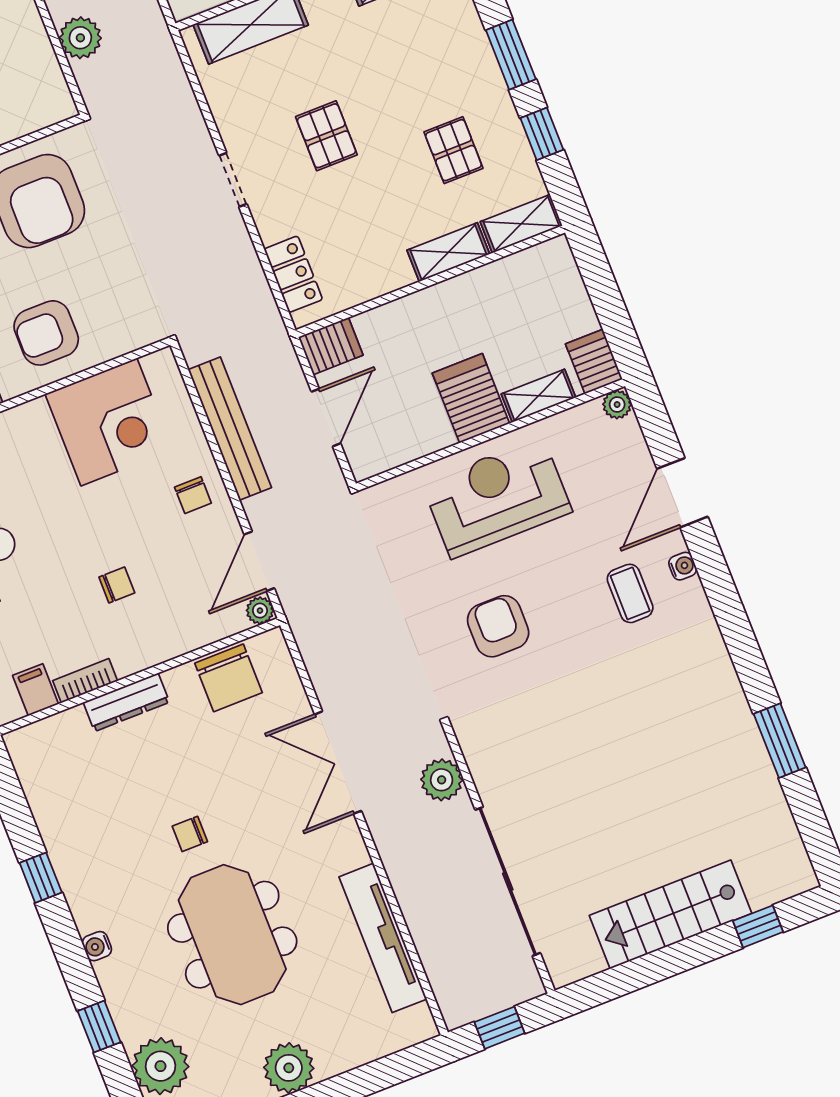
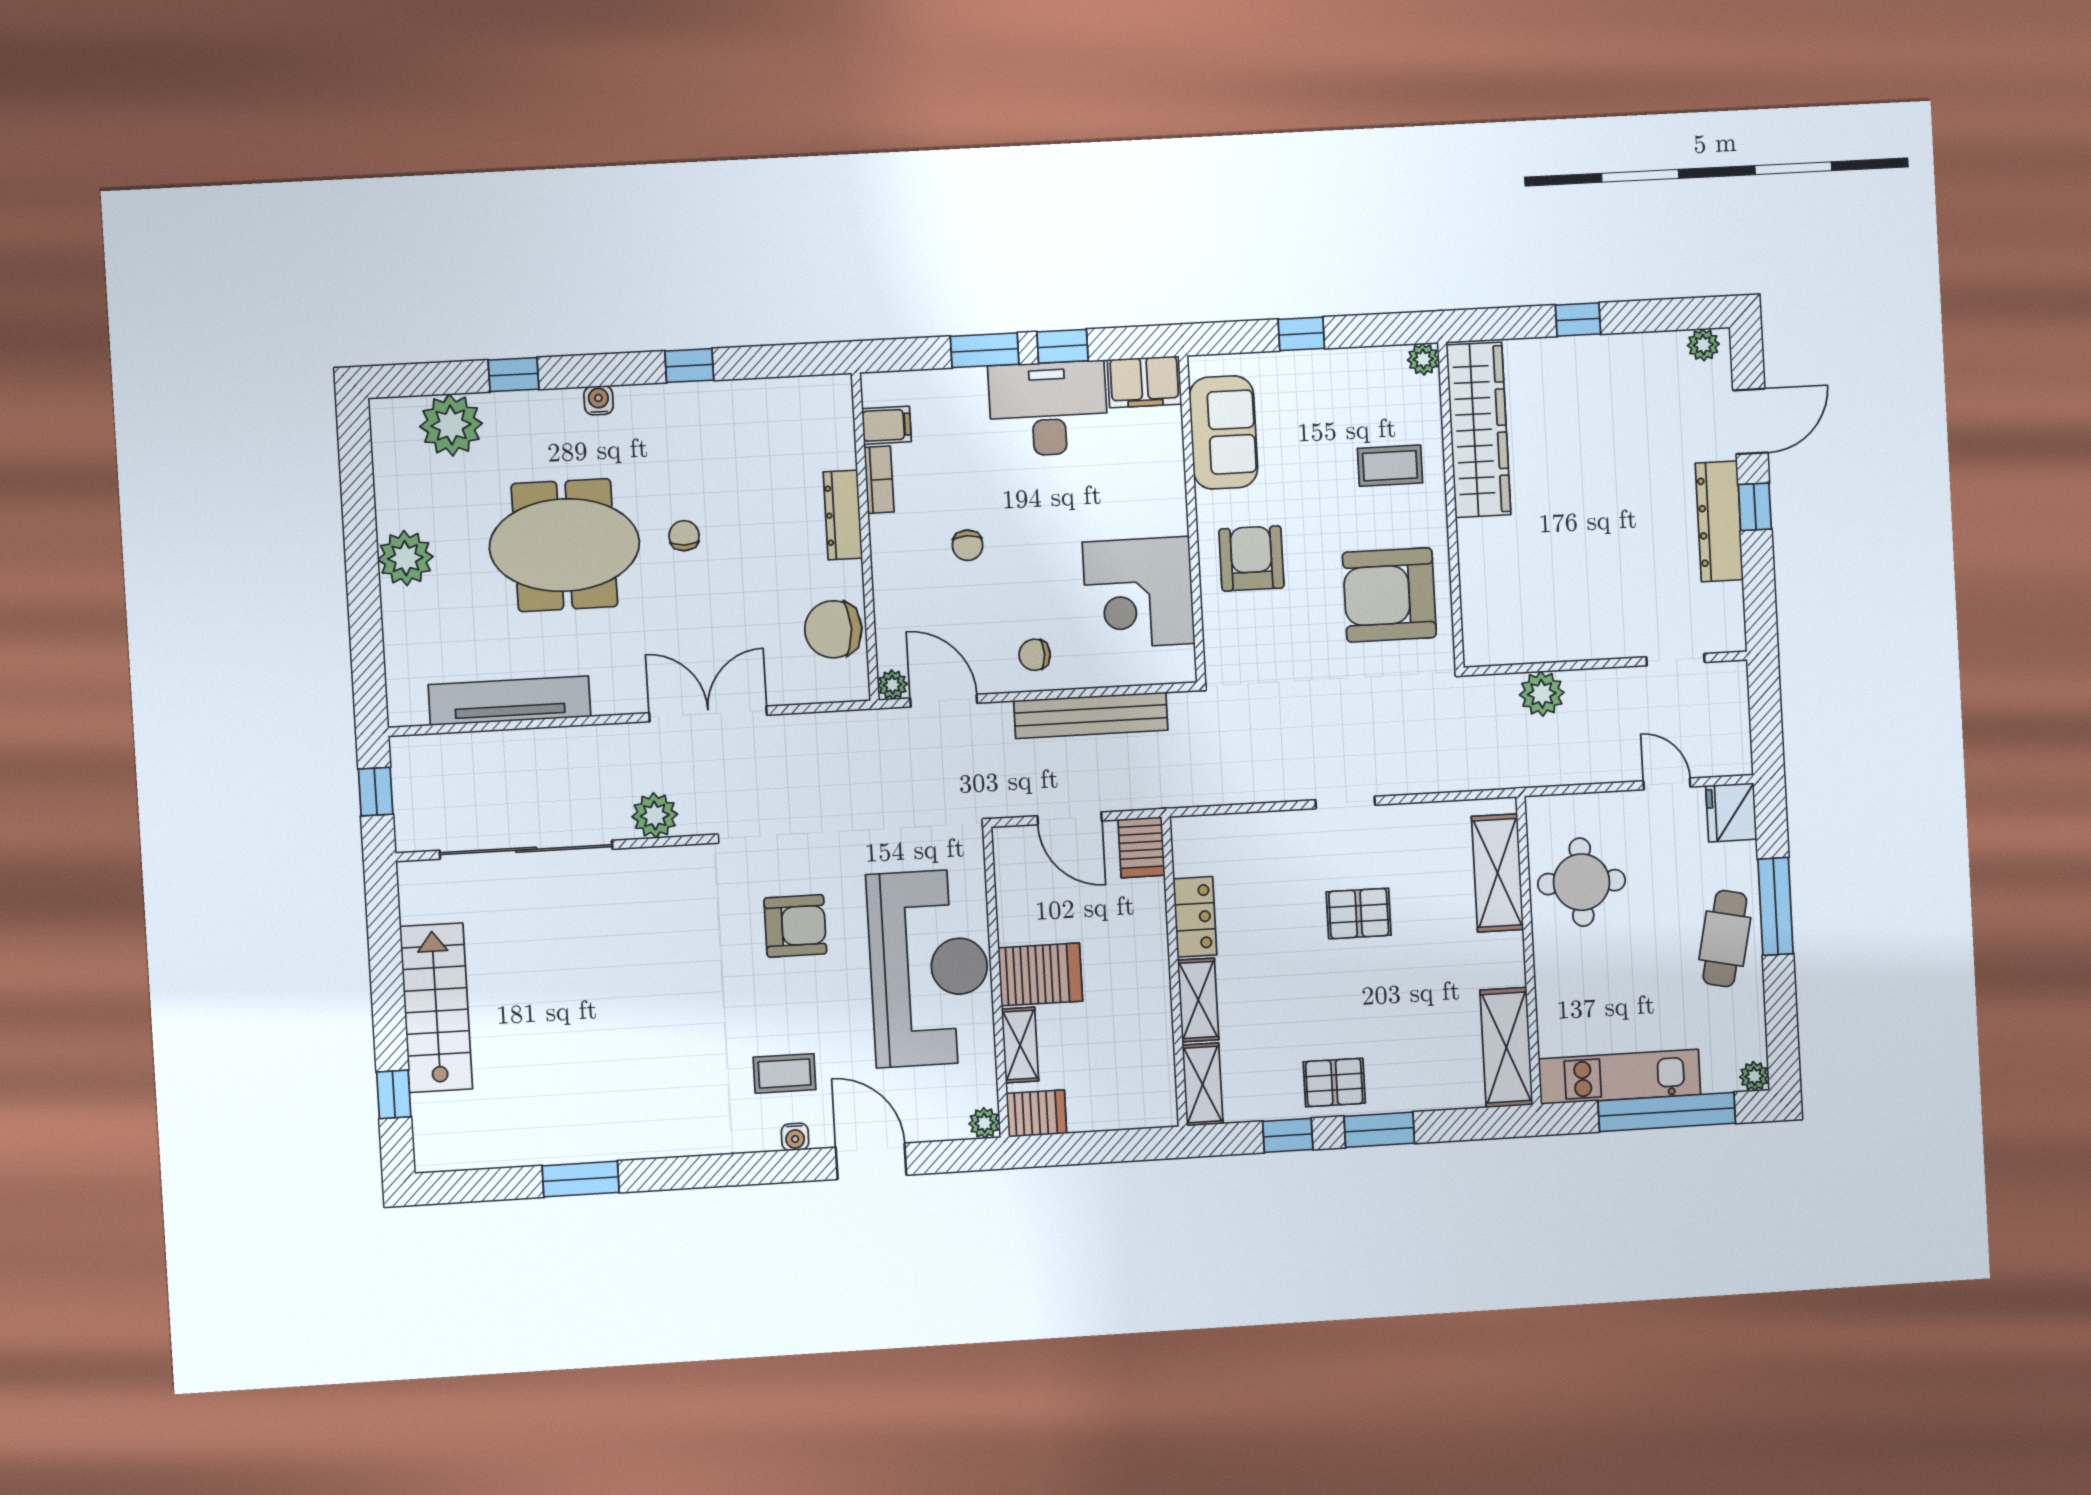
pallet: (453, 150) -> (1334, 1083), moved
locker: (293, 274) -> (1195, 917), moved, turned -90
reception desk: (497, 497) -> (929, 968), width x1.36, depth x1.30

